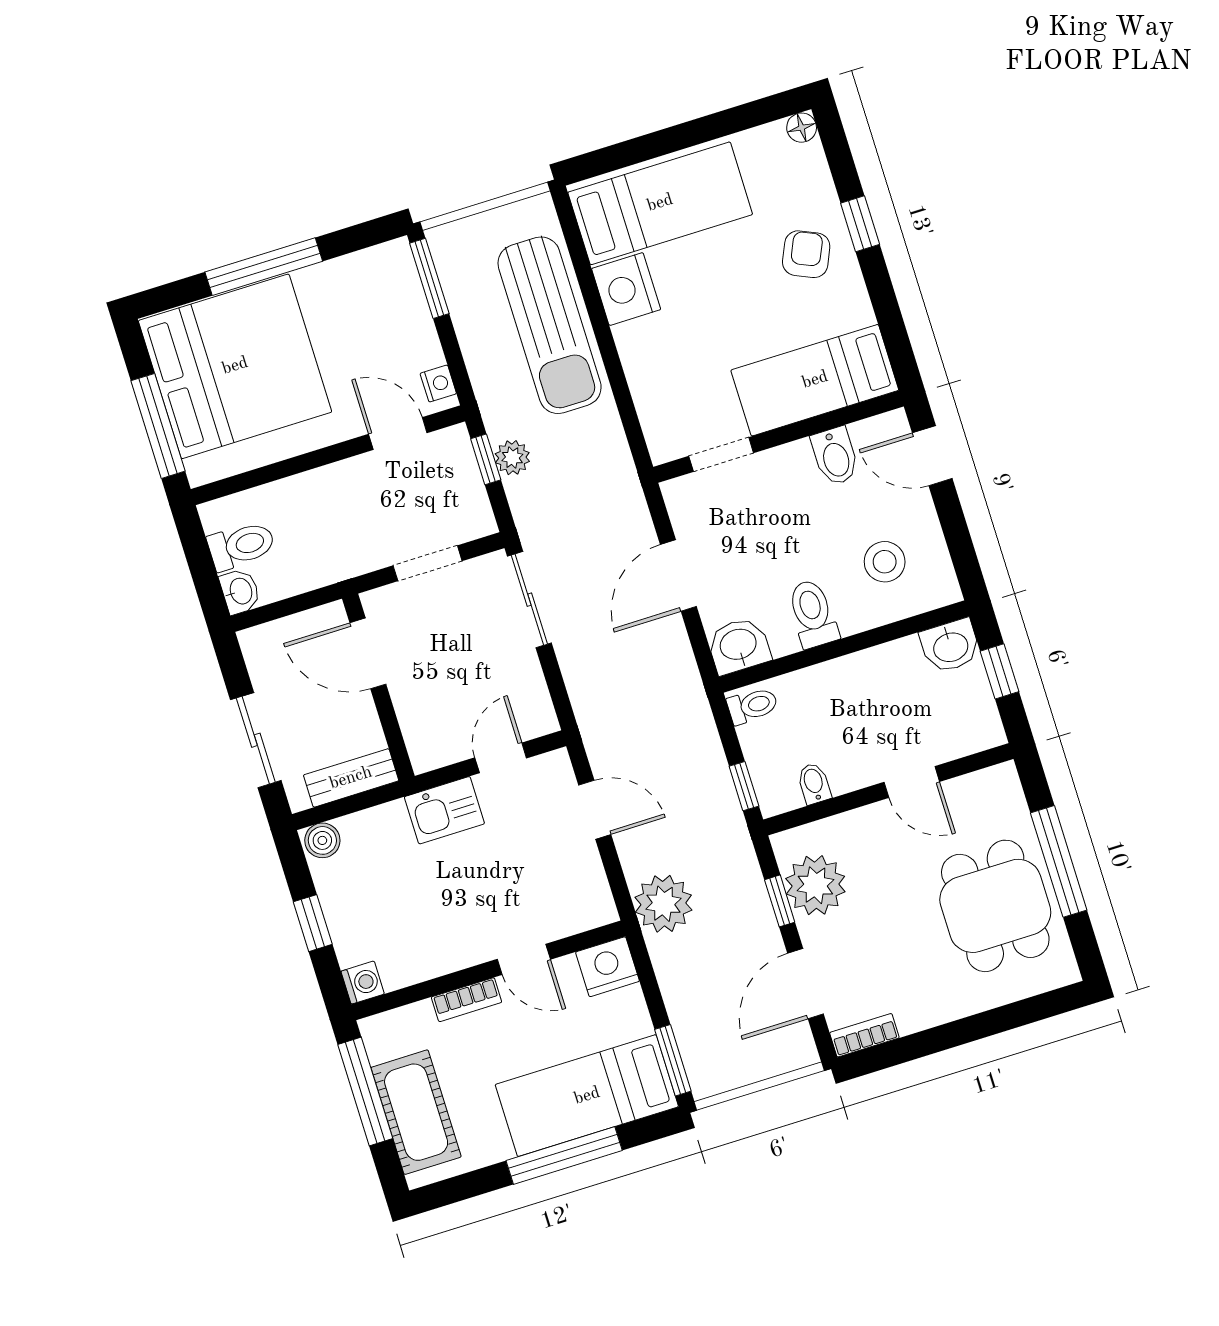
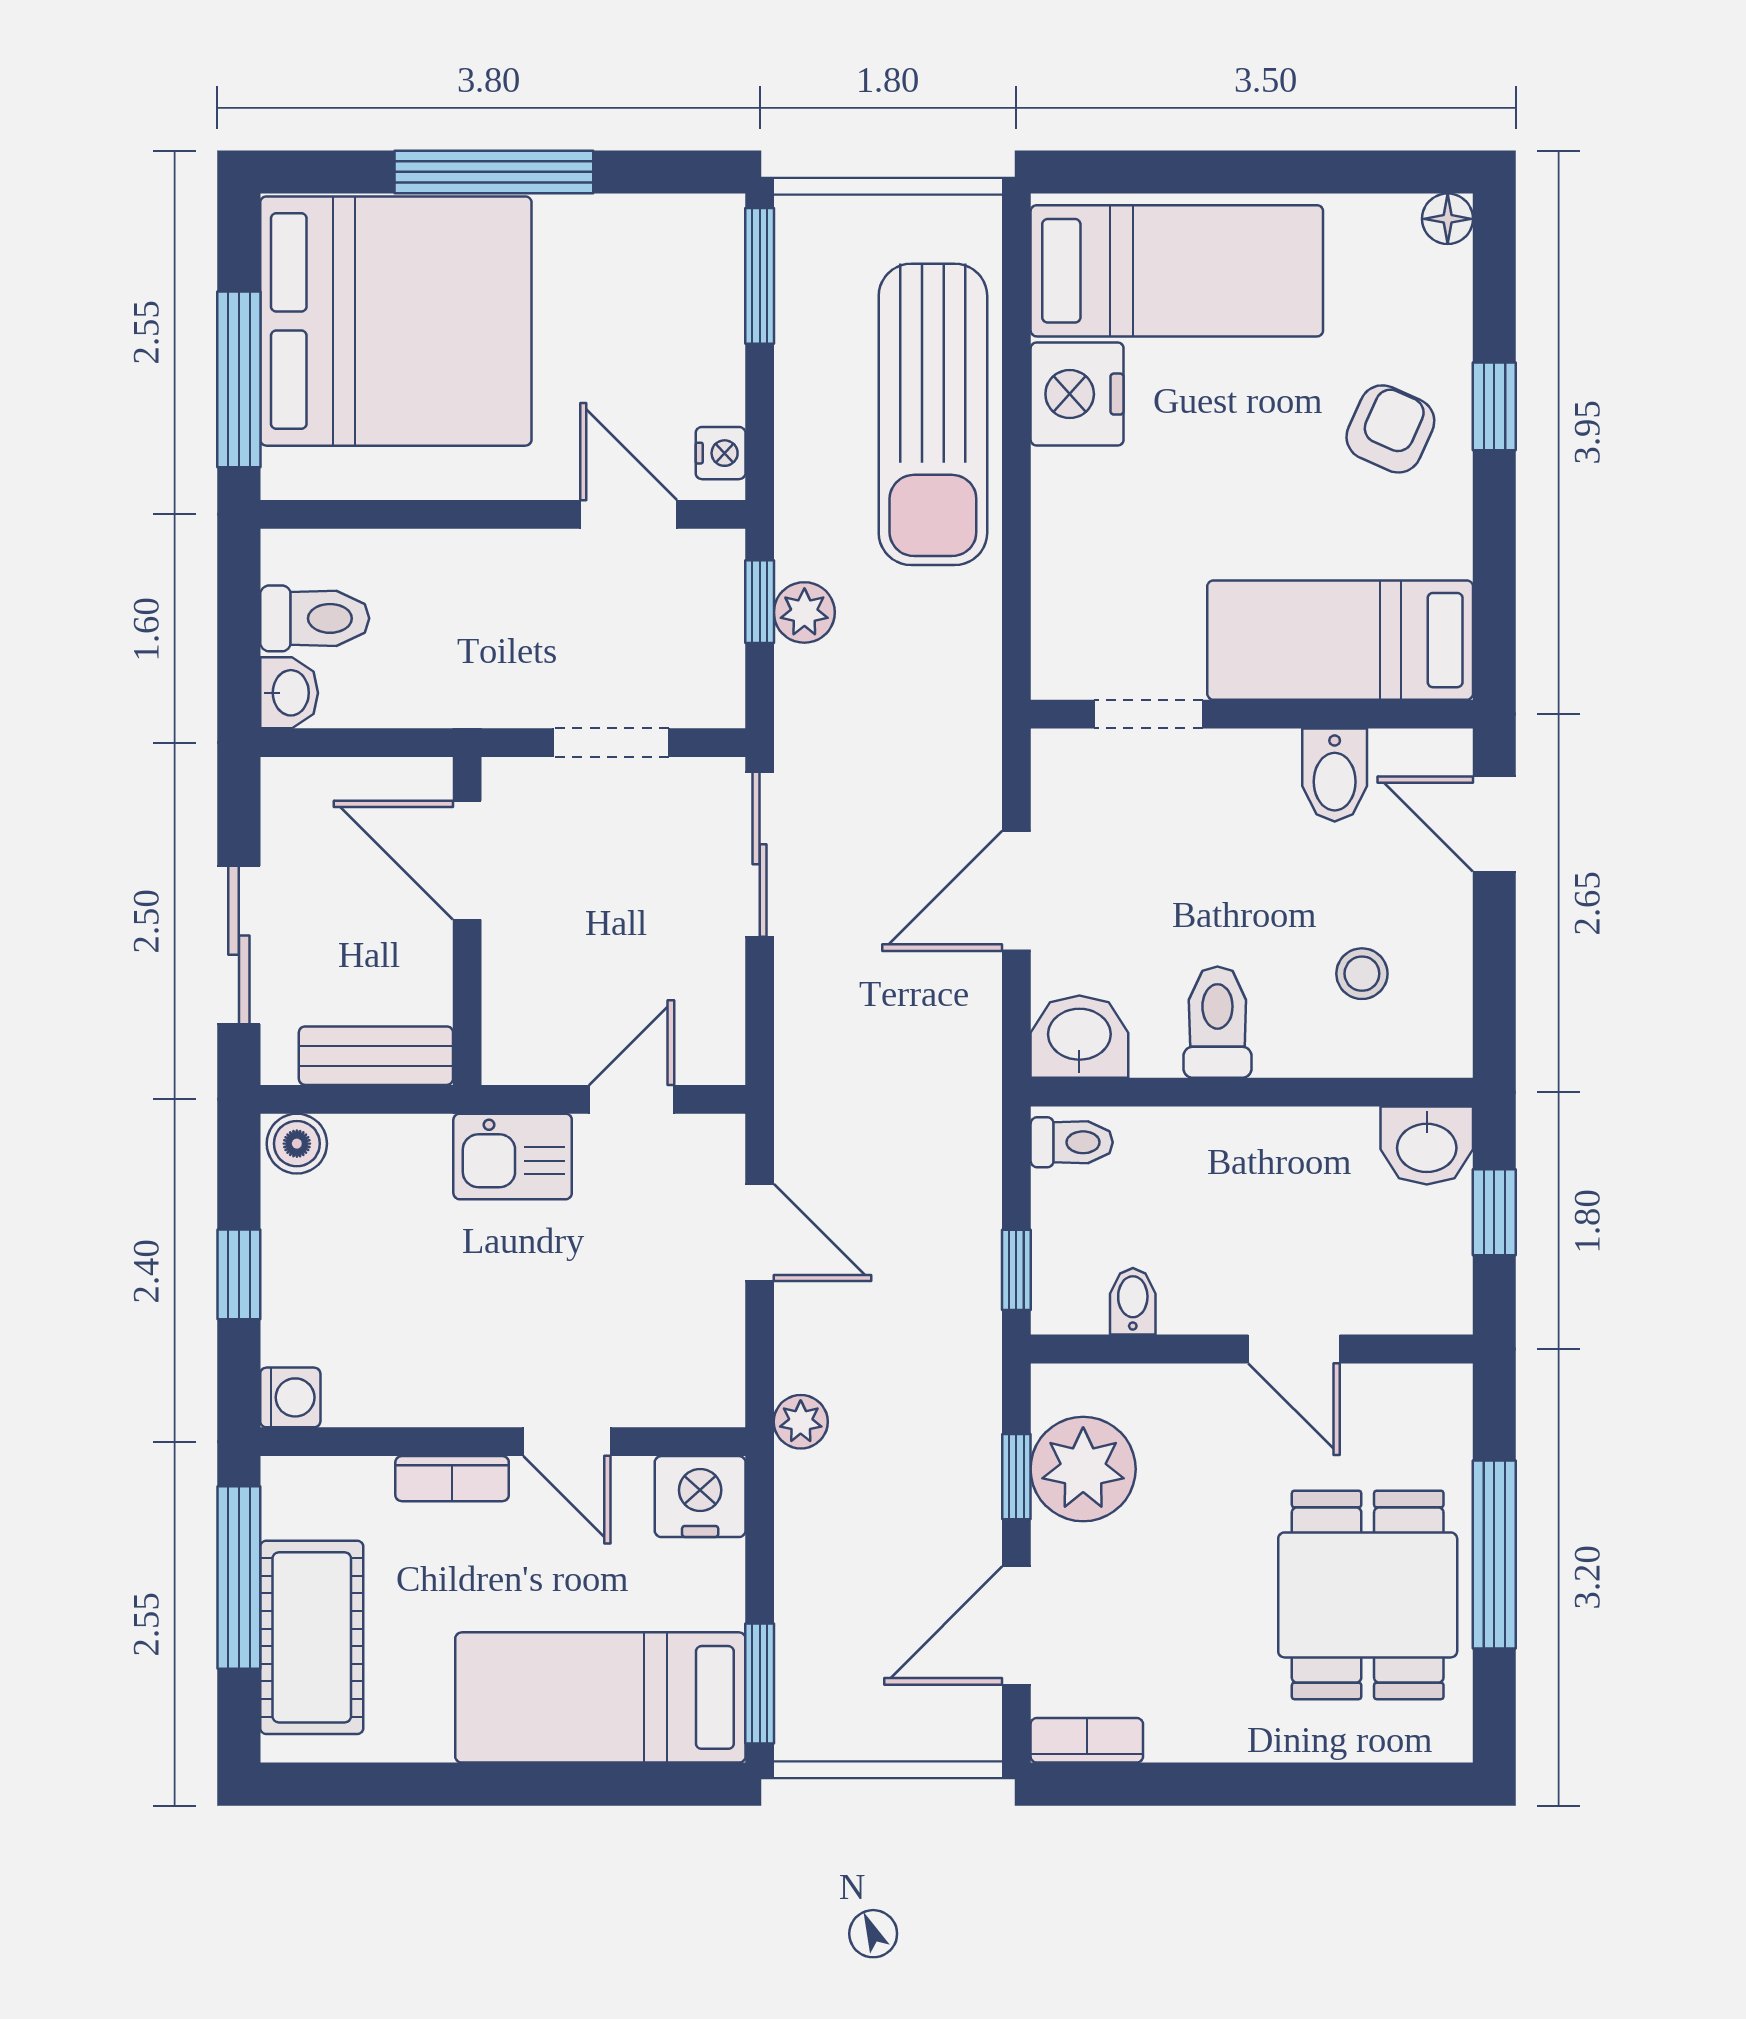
stool: (885, 562) -> (1362, 974), width x0.73, depth x0.73
plant: (663, 904) -> (801, 1422), width x0.53, depth x0.53
window: (564, 1155) -> (533, 1784), removed

